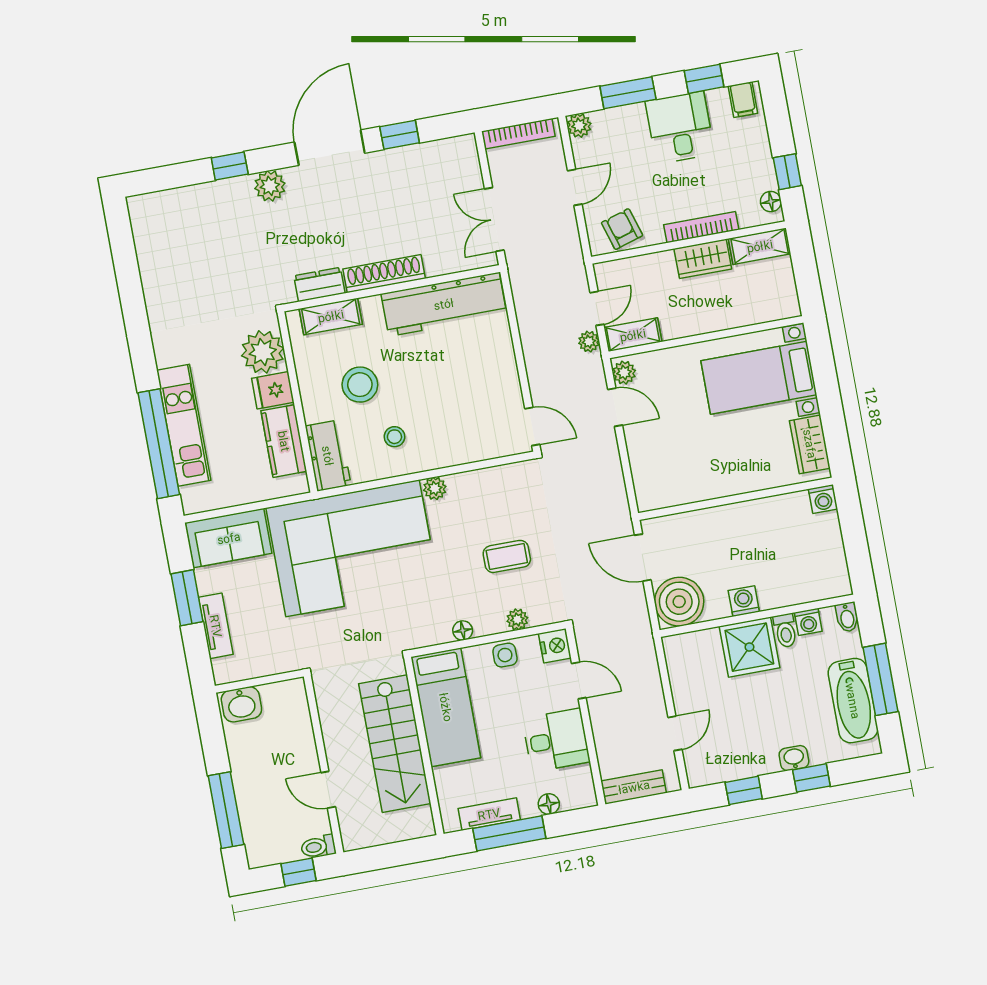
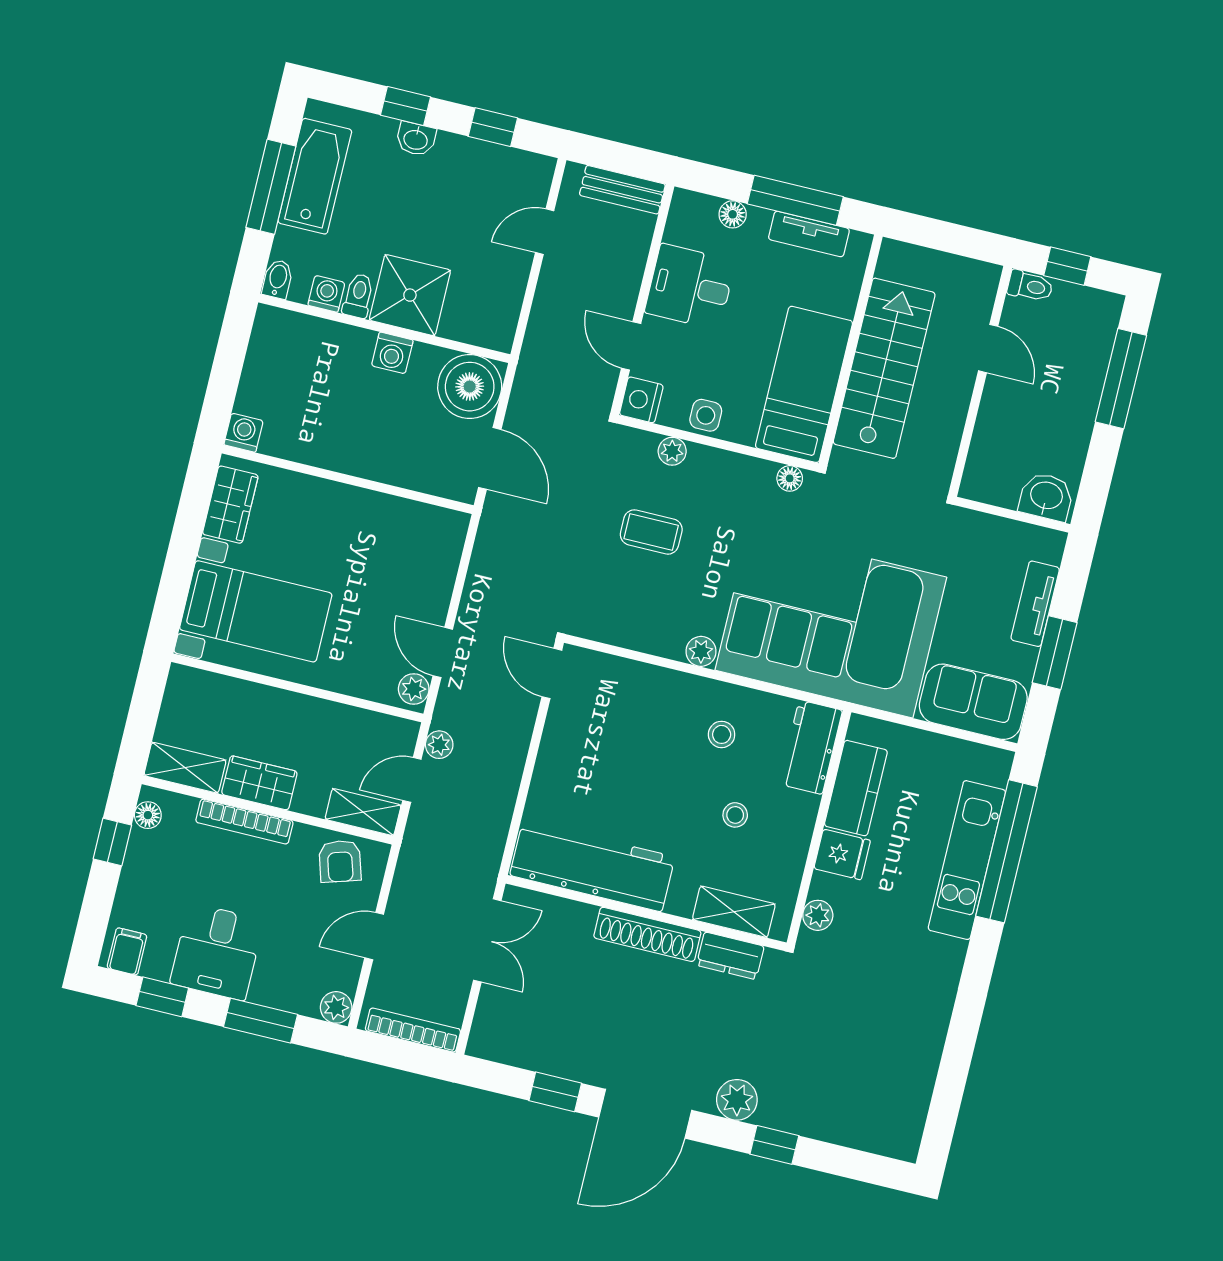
shelving: (633, 335) -> (363, 812), moved
plant: (263, 352) -> (818, 915), width x0.53, depth x0.53
stool: (360, 385) -> (735, 815), width x0.53, depth x0.53
floor lamp: (463, 630) -> (790, 478), moved

